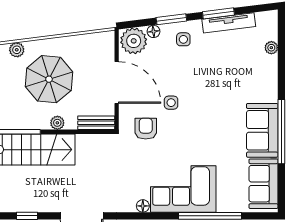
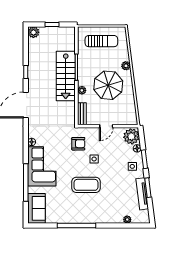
door: (117, 83) -> (106, 126), width x0.53
coffee table: (214, 116) -> (86, 185), added
sofa: (262, 130) -> (77, 214), removed
sofa: (263, 184) -> (37, 208), moved, turned 90

